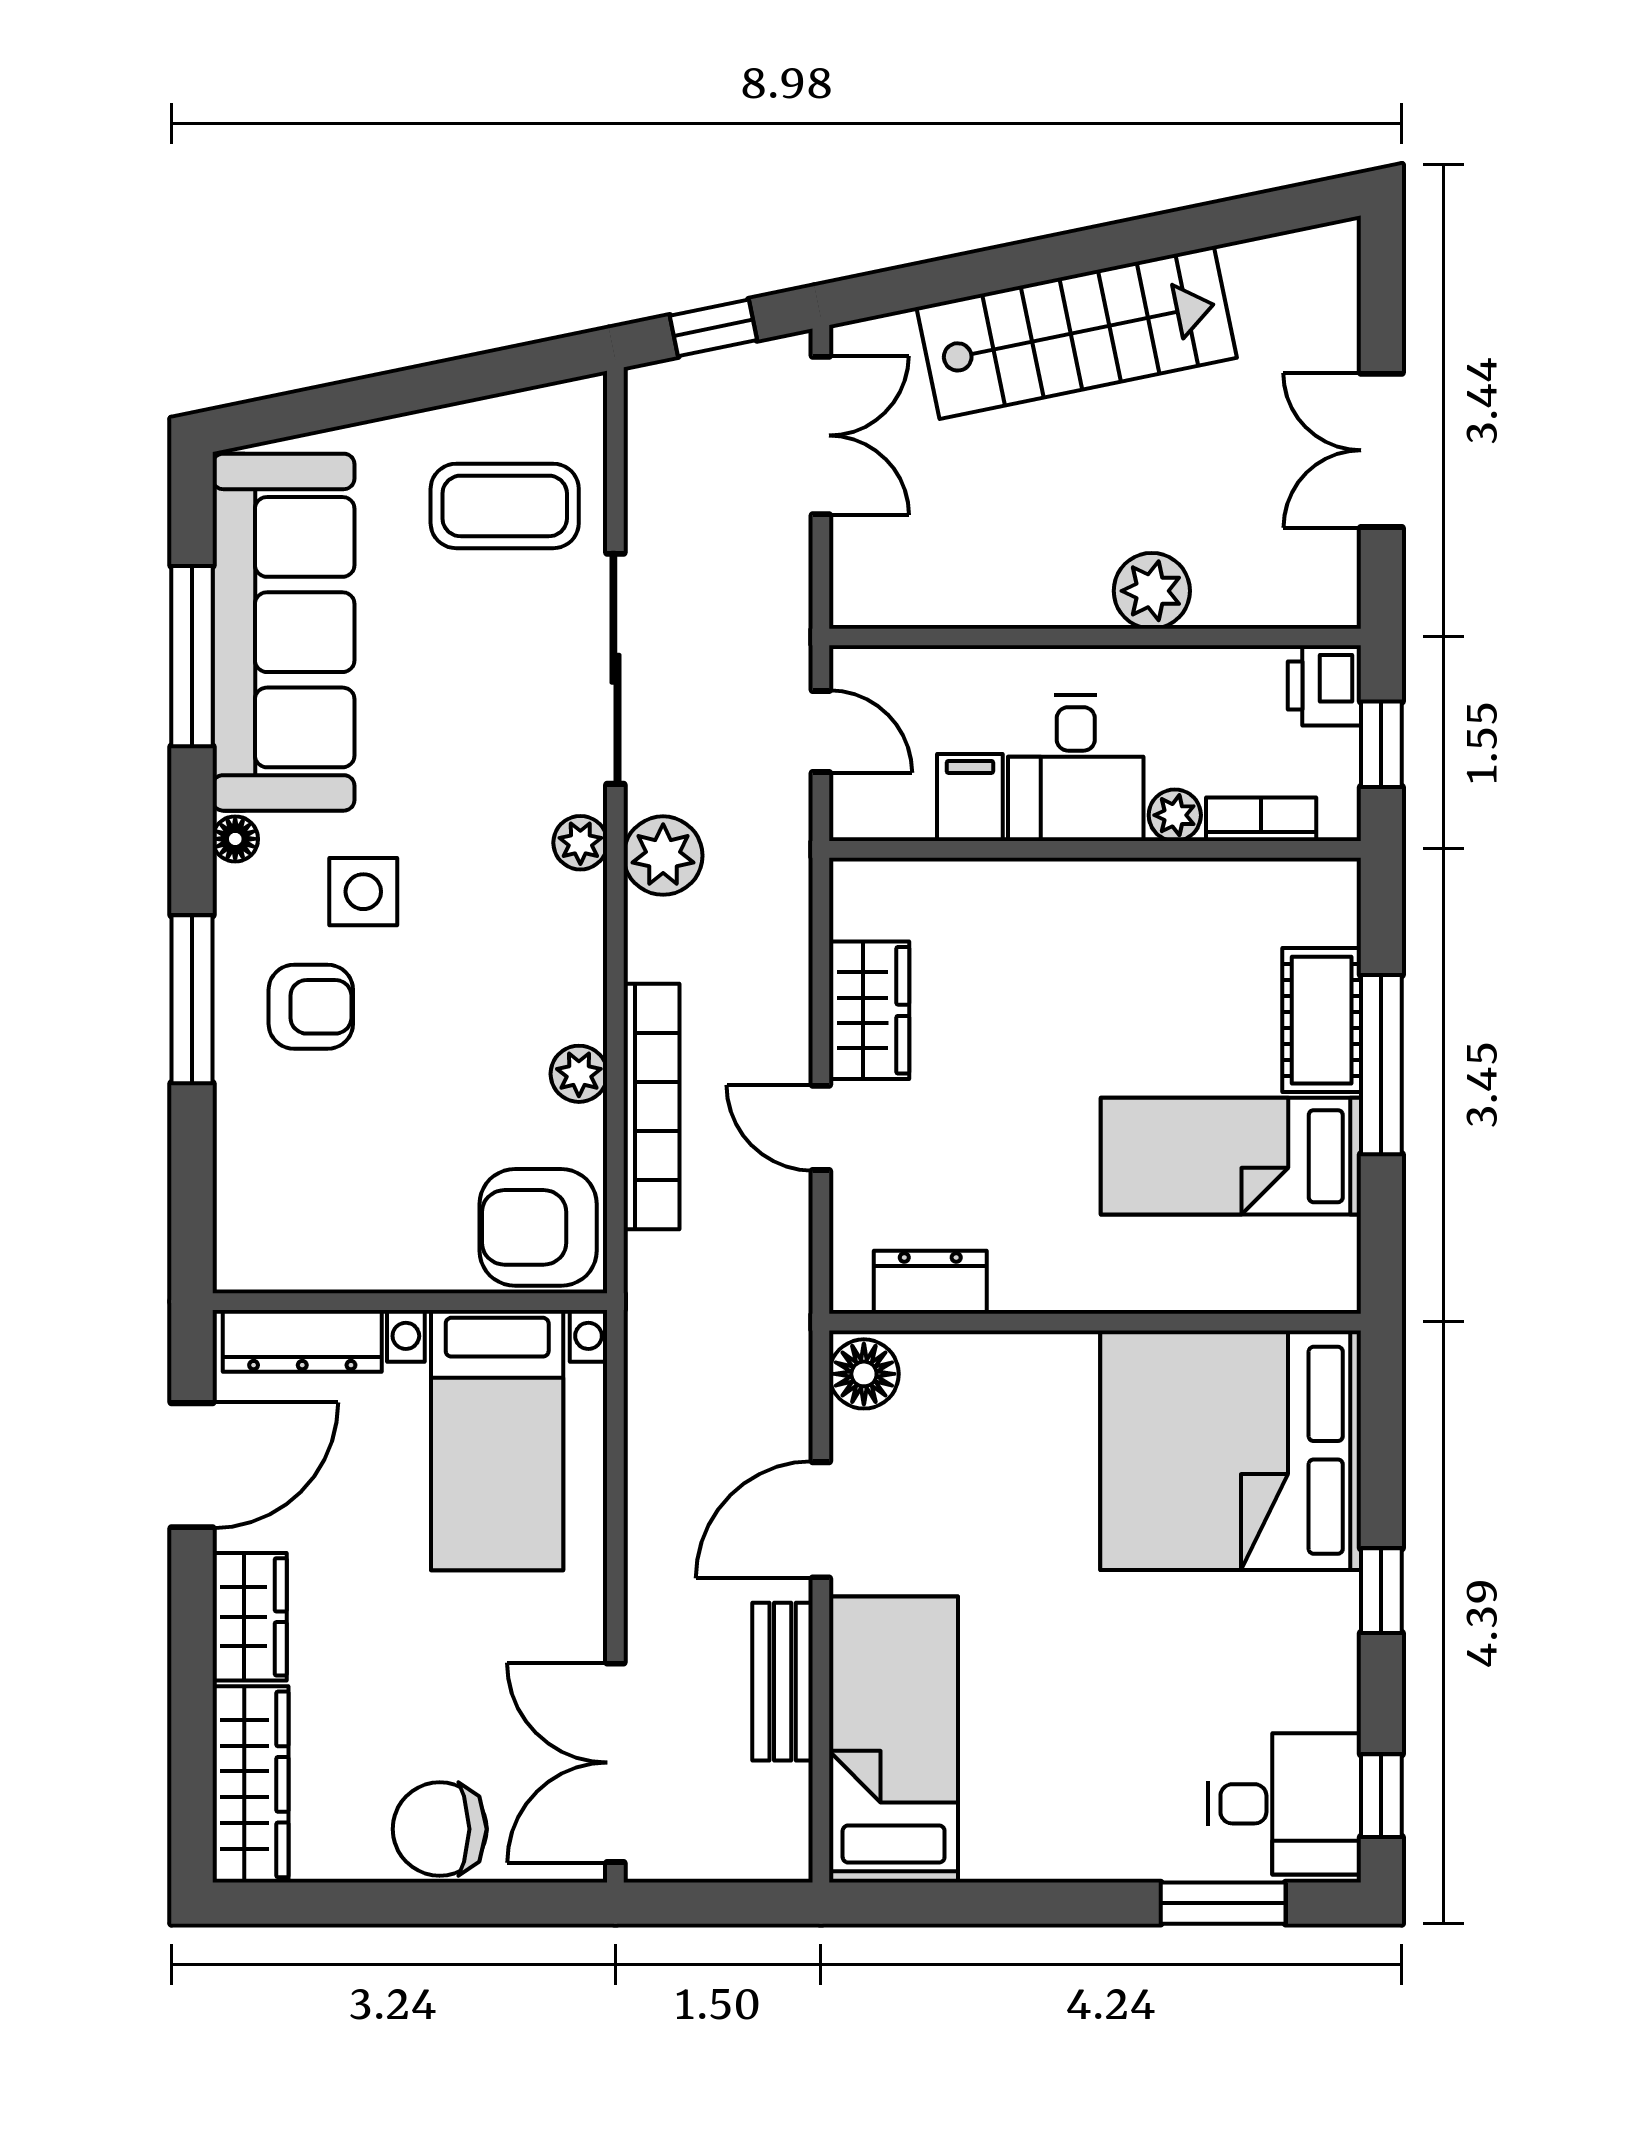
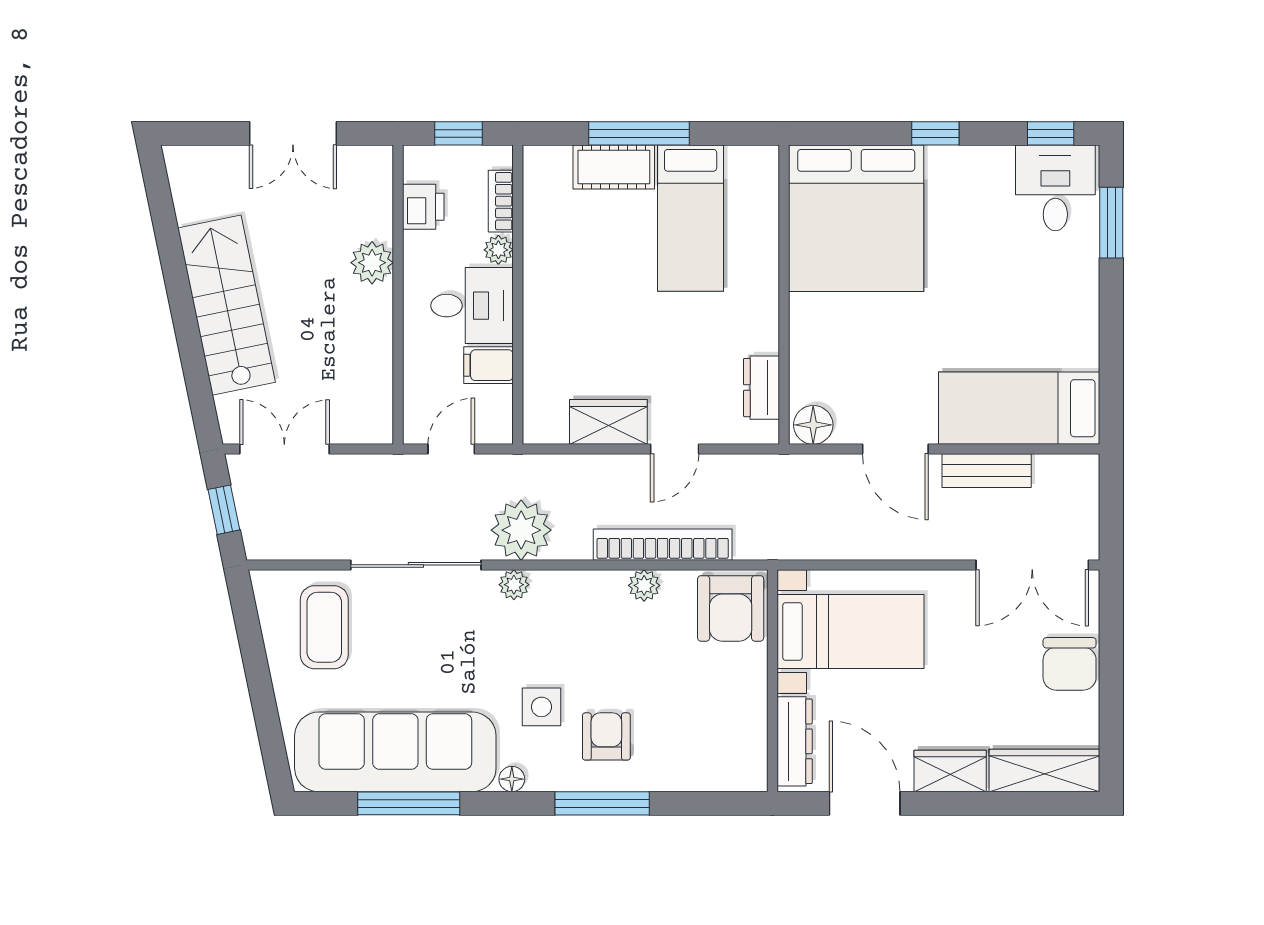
printer: (1324, 685) -> (423, 207), moved, turned -90
plant: (663, 856) -> (521, 530), width x1.36, depth x1.36

